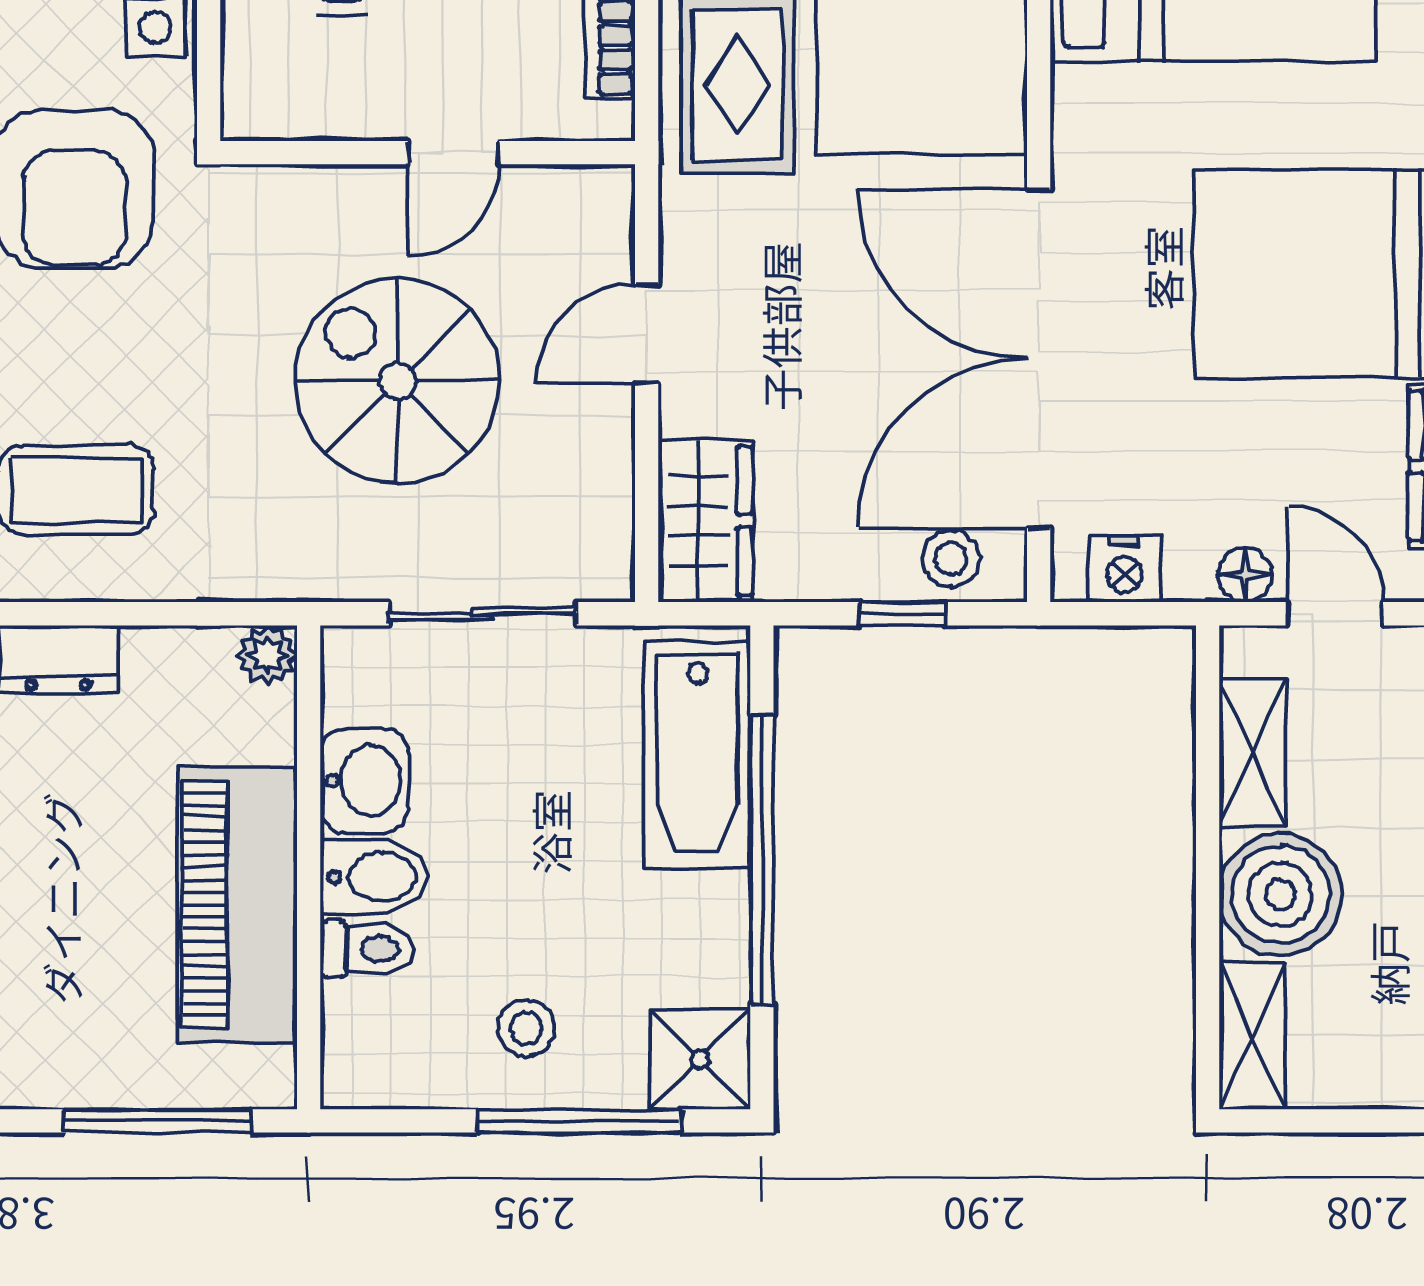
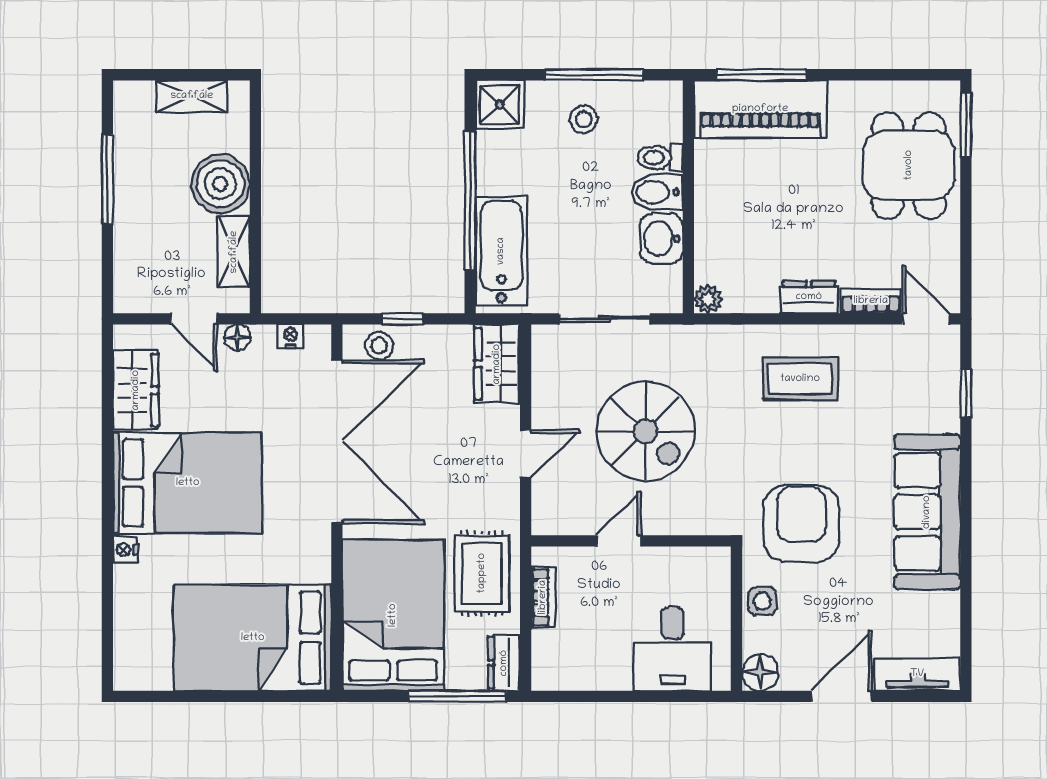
nightstand: (1125, 569) -> (291, 336), width x0.72, depth x0.74
piano: (237, 904) -> (760, 109), moved, turned 90
shelving: (1252, 1036) -> (192, 96), moved, turned 90
window: (579, 1121) -> (594, 75), moved

